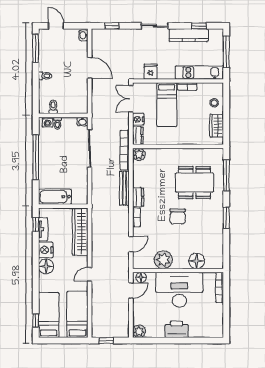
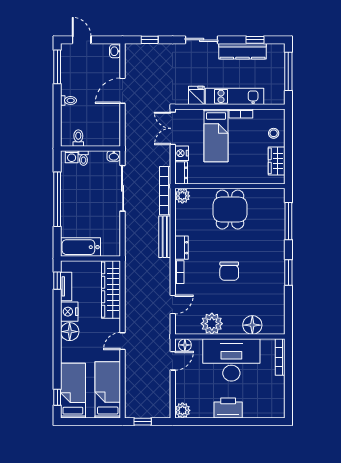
door: (90, 68) -> (123, 91), swing flipped
kitchen unit: (199, 72) -> (234, 96), moved
dining table: (194, 183) -> (230, 210), moved, width x0.73

